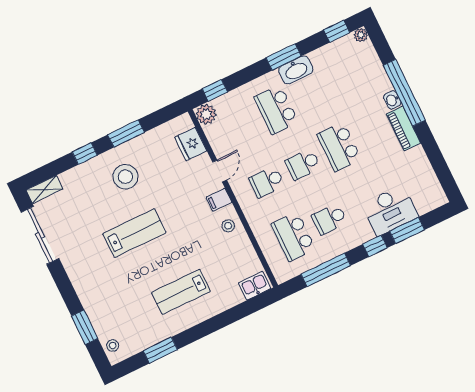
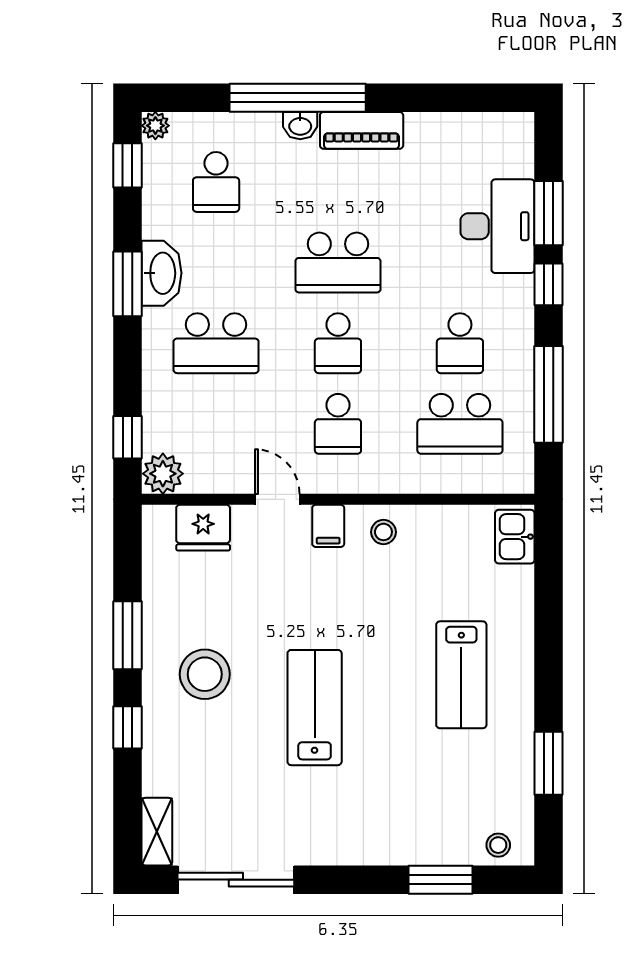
school desk: (349, 75) -> (216, 182), added

